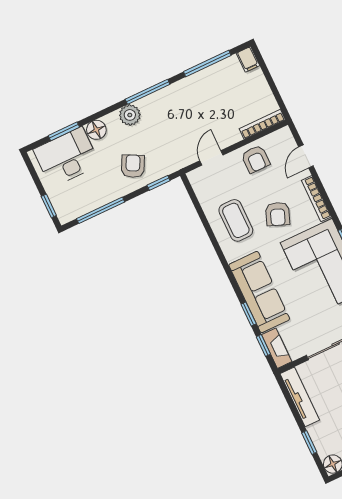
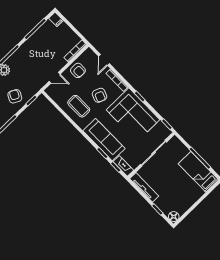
door: (211, 158) -> (55, 78), swing flipped

